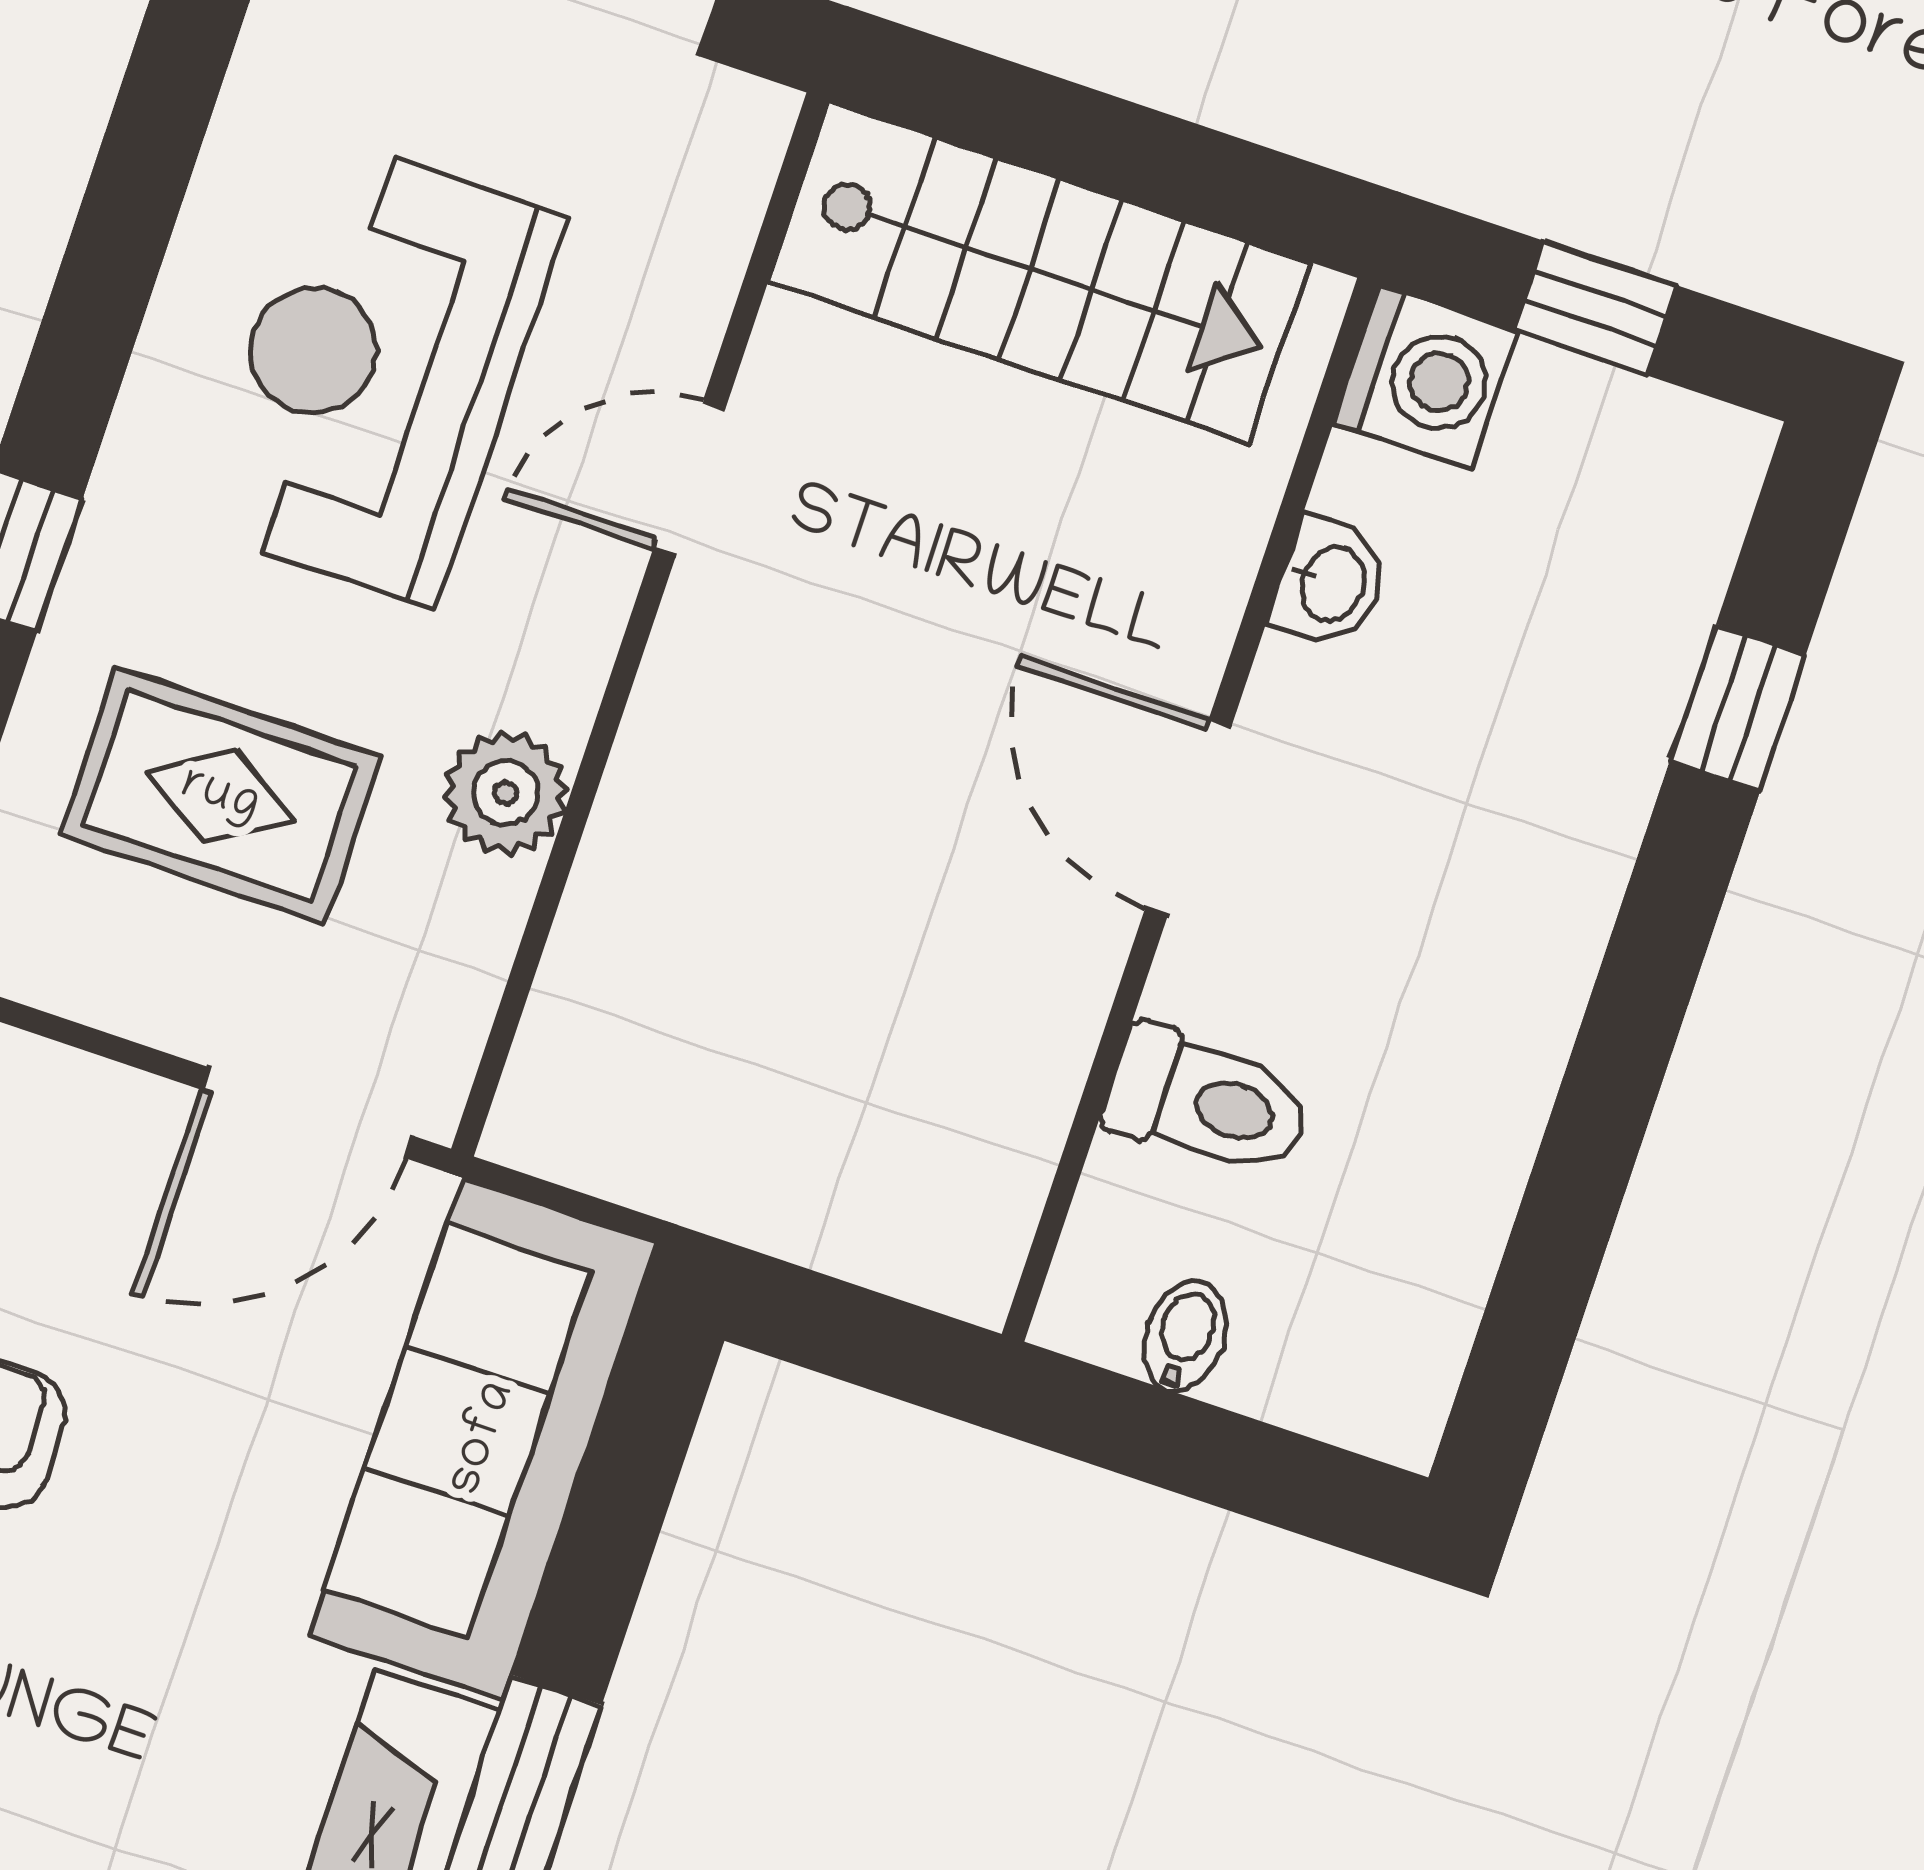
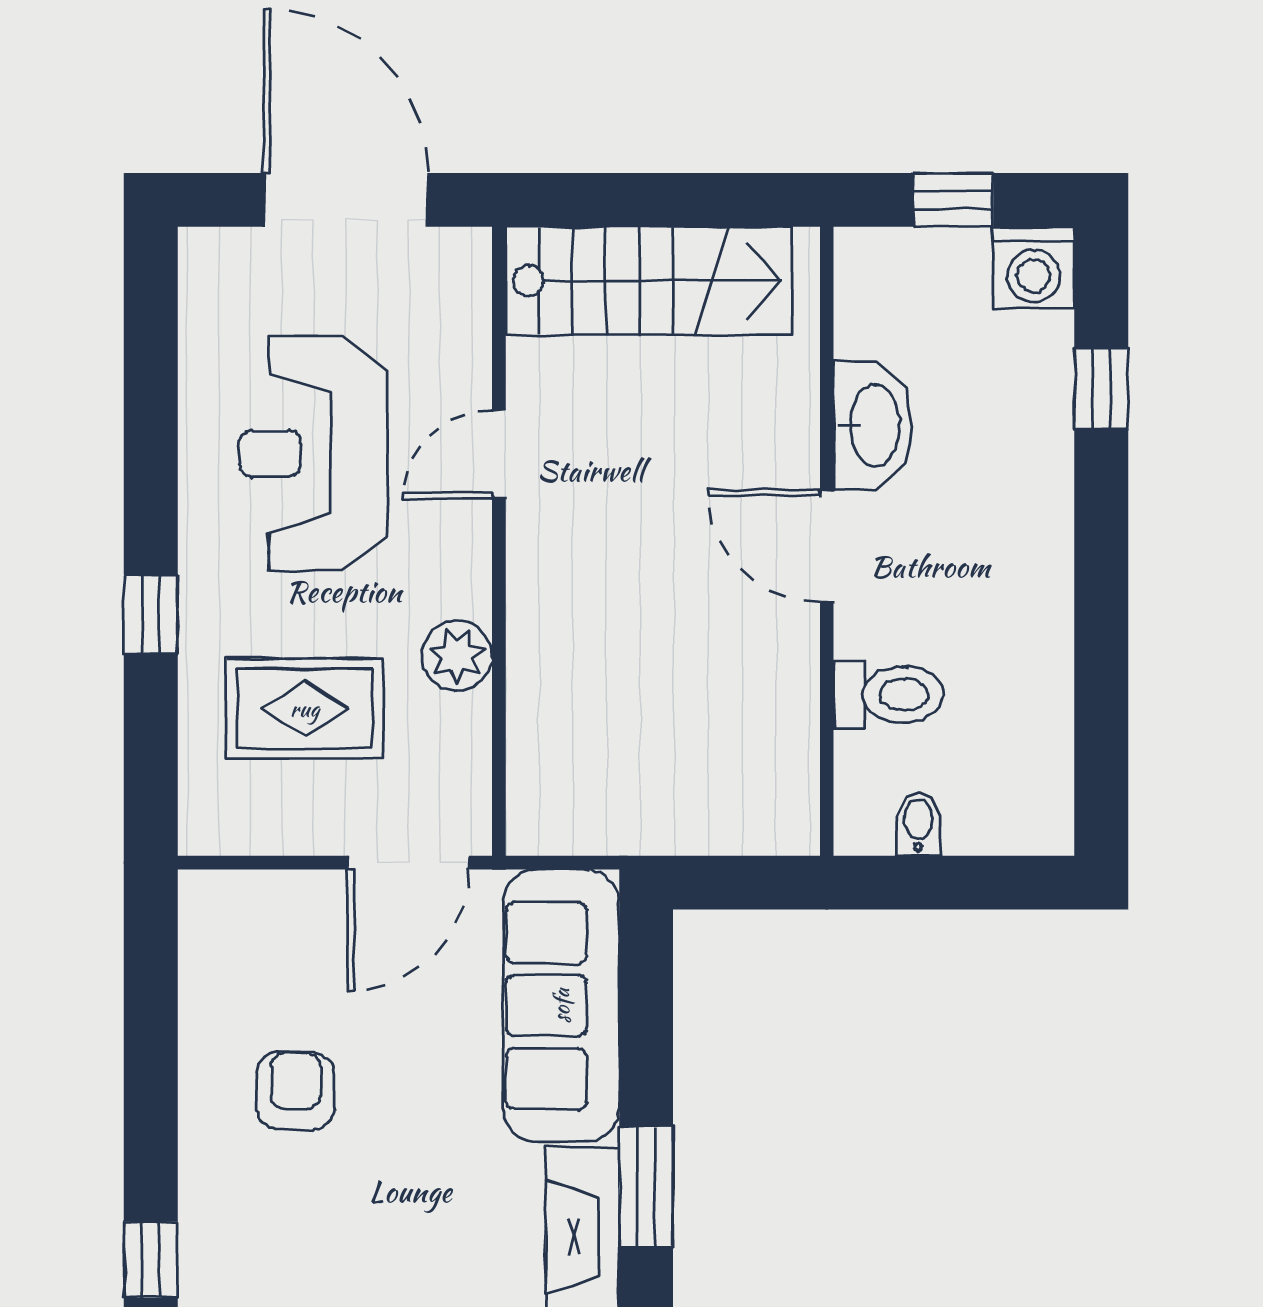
washing machine: (1425, 377) -> (1033, 268), moved, turned 90
washbasin: (1330, 583) -> (873, 425), width x1.91, depth x1.45

